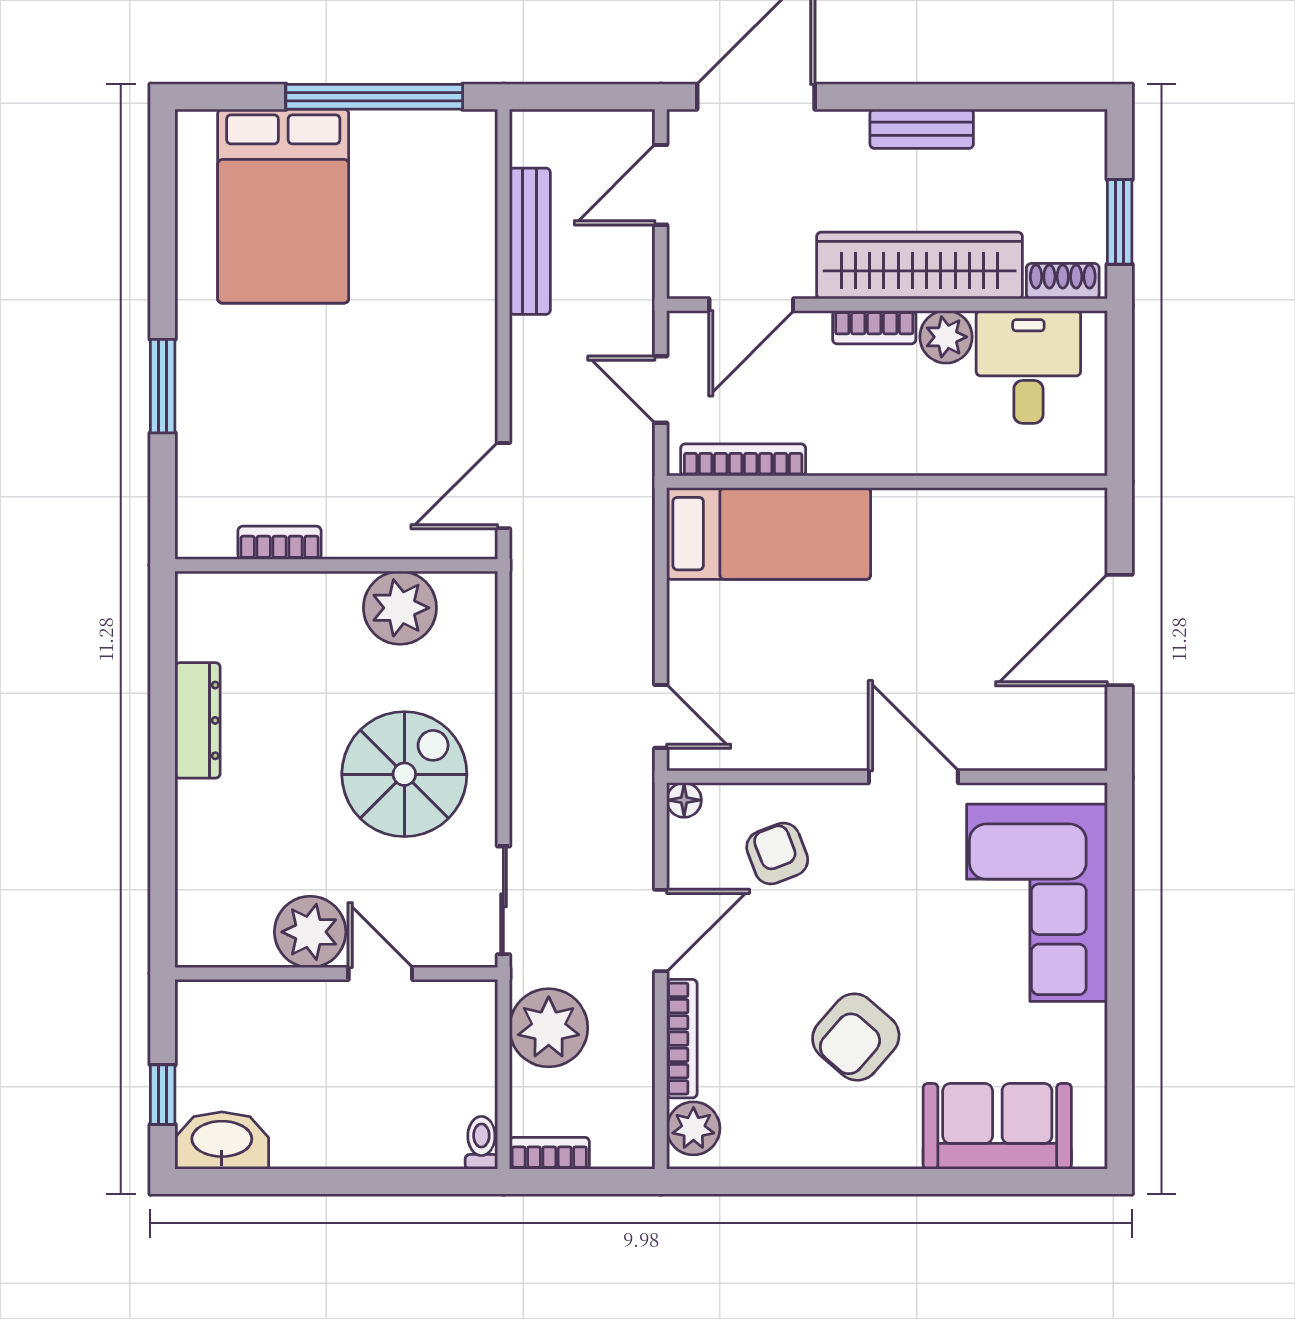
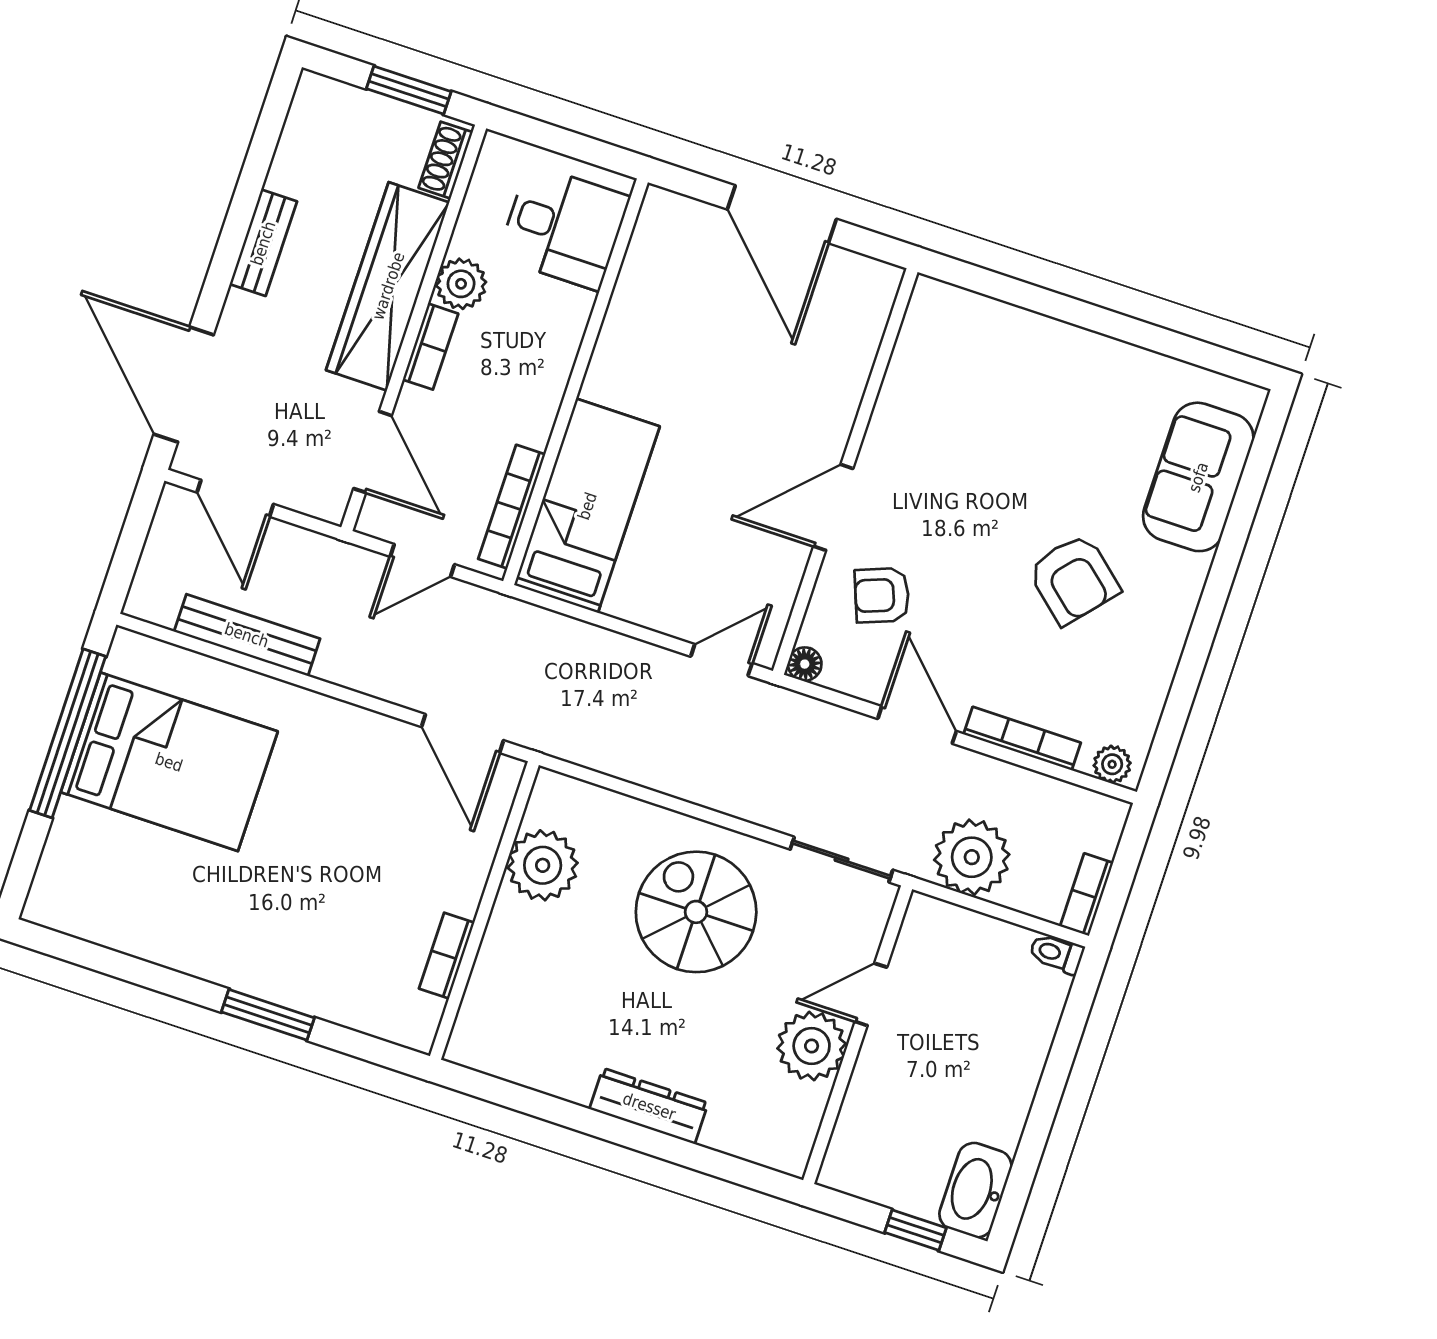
bed: (283, 206) -> (169, 762), moved
desk: (1028, 367) -> (564, 227), moved, turned 180
dresser: (198, 720) -> (649, 1106), moved
door: (913, 777) -> (833, 507), moved
corner sofa: (1037, 903) -> (1006, 373), removed
plant: (693, 1128) -> (1112, 764), width x0.73, depth x0.73

